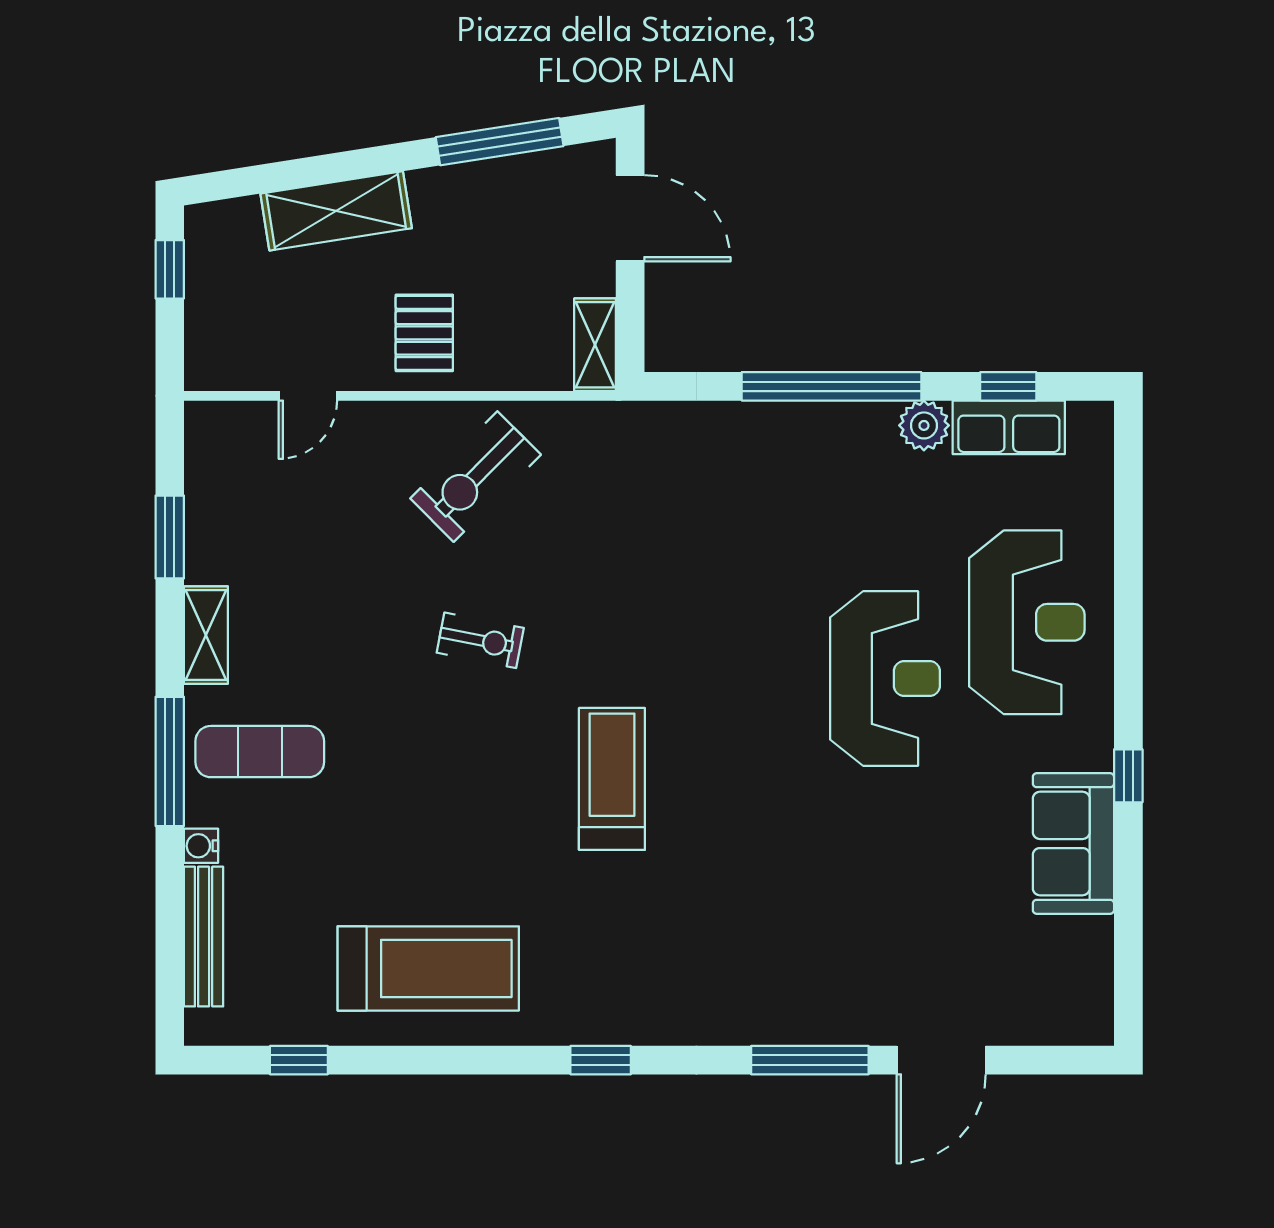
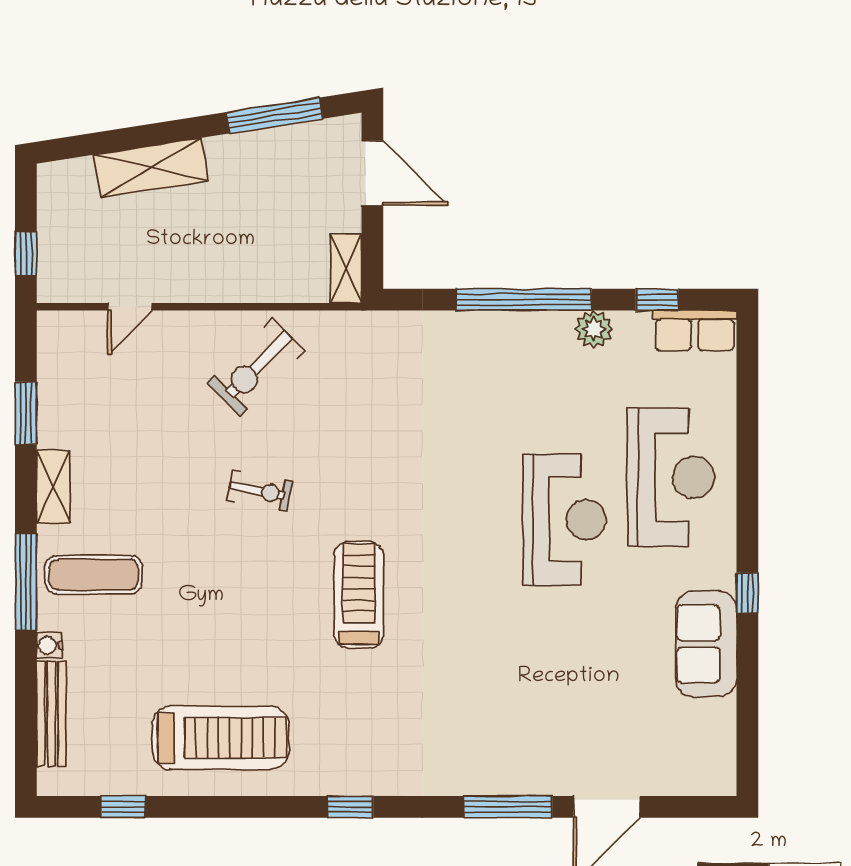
window: (170, 269) -> (26, 254), moved
pallet: (424, 333) -> (218, 259), removed
row of seats: (1009, 427) -> (695, 331), moved

